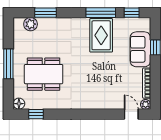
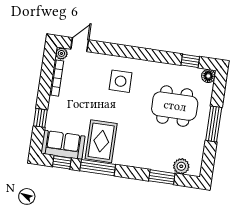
sofa: (140, 49) -> (63, 145), moved, turned -90
side table: (92, 88) -> (121, 81), added
door: (131, 114) -> (80, 45), swing flipped

